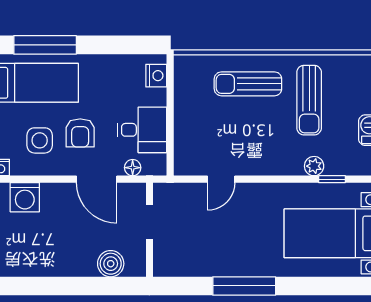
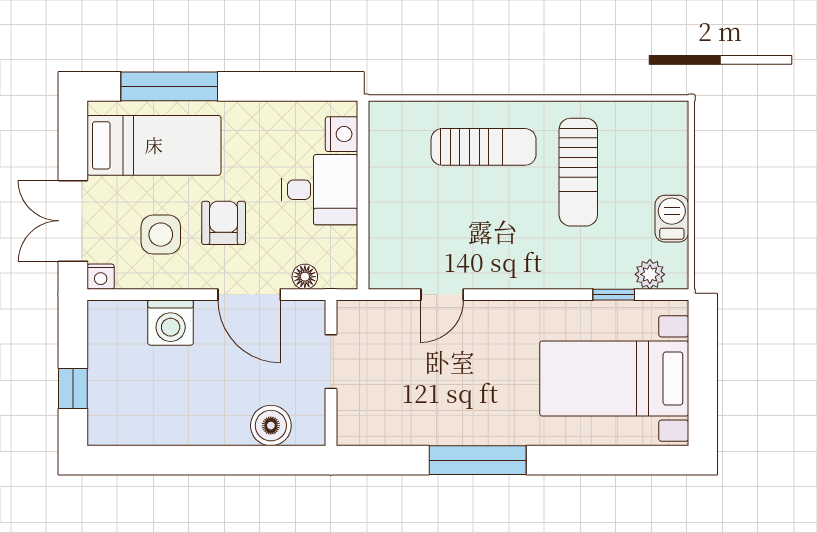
sun lounger: (248, 84) -> (484, 147), turned 180
desk: (142, 130) -> (320, 190), moved
armchair: (80, 133) -> (224, 223), turned 180
plant: (314, 166) -> (650, 274), moved
washing machine: (25, 197) -> (171, 323), moved

